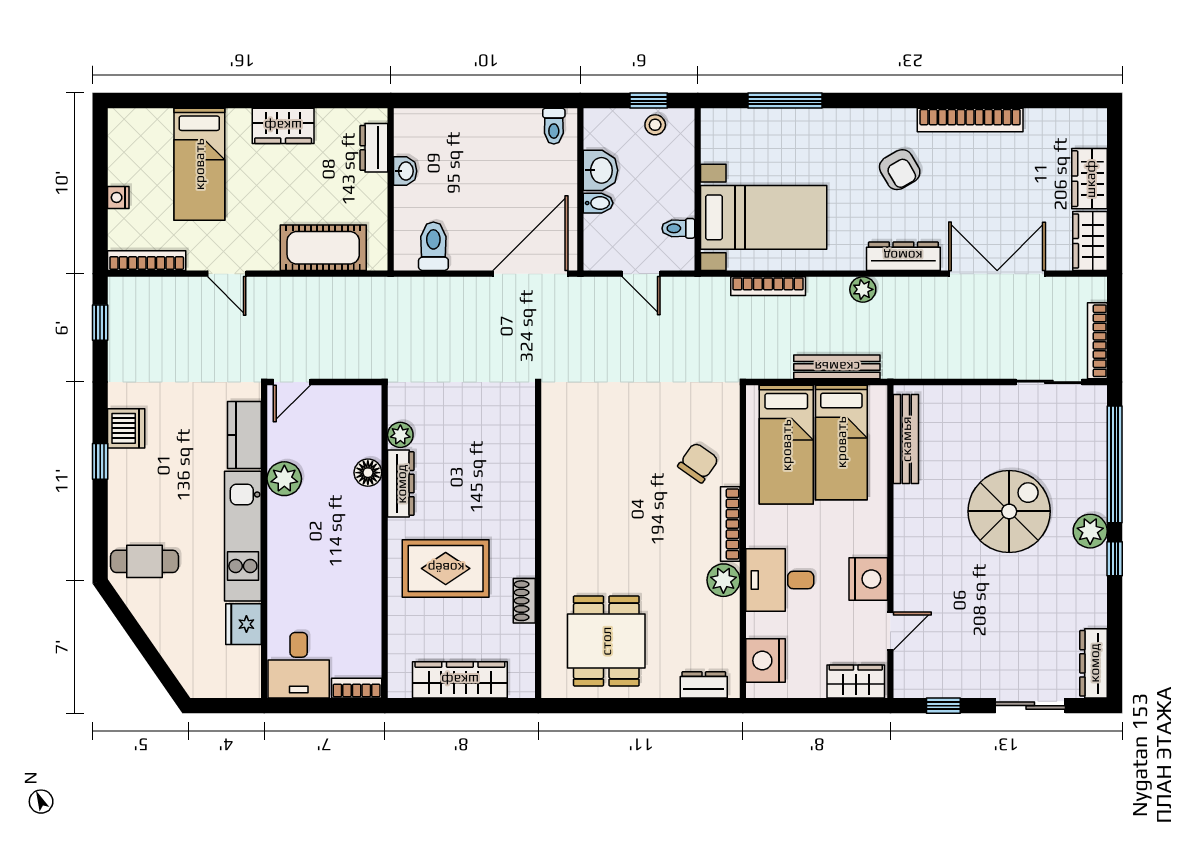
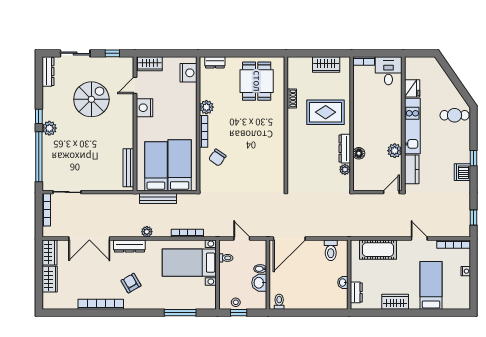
spiral stairs: (1009, 511) -> (91, 99), moved, turned 180
desk: (780, 580) -> (182, 107), removed
wardrobe: (460, 680) -> (326, 65), width x0.67

